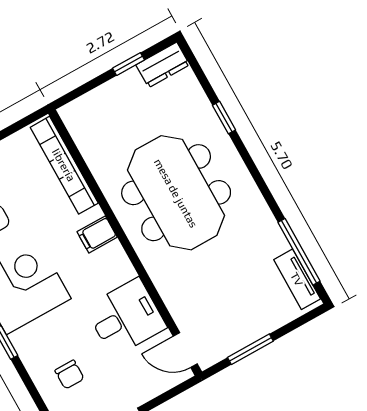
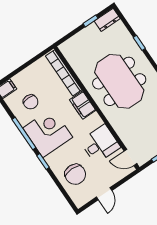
filing cabinet: (97, 234) -> (83, 105), width x2.00
chair: (70, 375) -> (75, 174), width x1.87, depth x1.87

